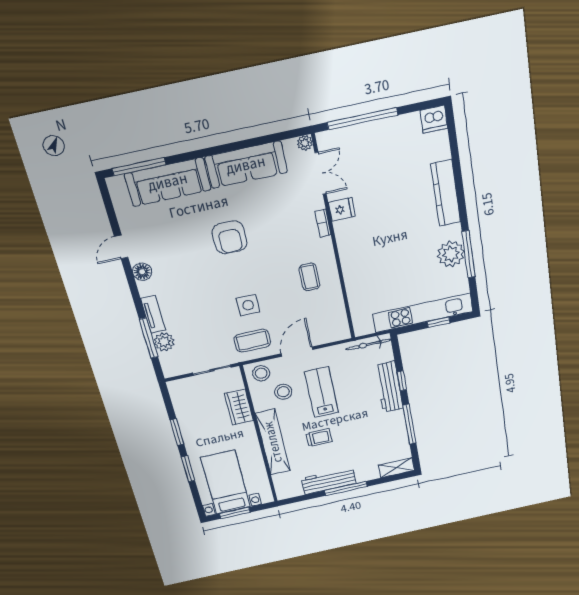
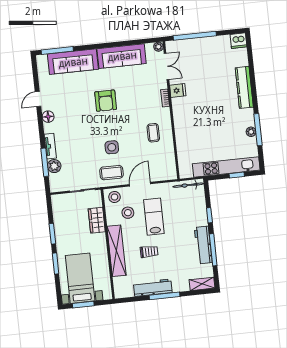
plant: (451, 254) -> (251, 132), width x0.53, depth x0.53
workbench: (389, 387) -> (203, 245), moved

